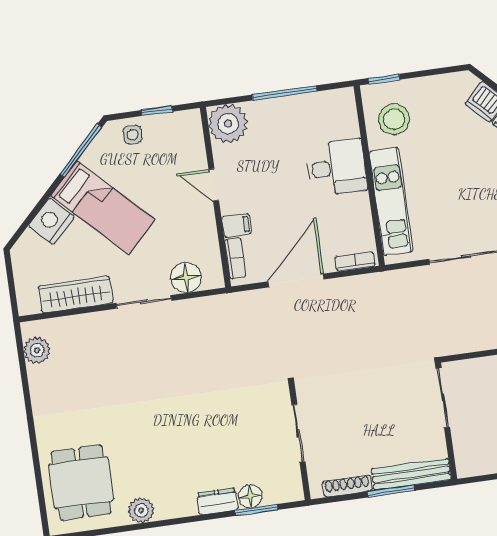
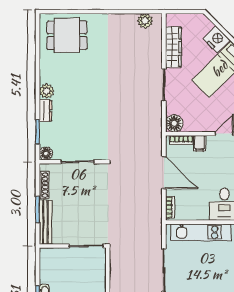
floor lamp: (186, 278) -> (174, 123), moved
floor lamp: (250, 496) -> (46, 154), moved
plant: (141, 510) -> (47, 91), moved

